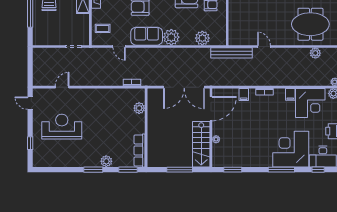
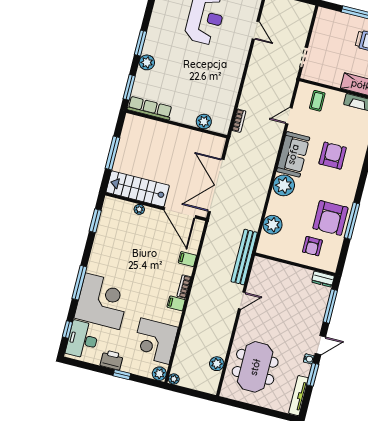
filing cabinet: (290, 94) -> (176, 303), moved

